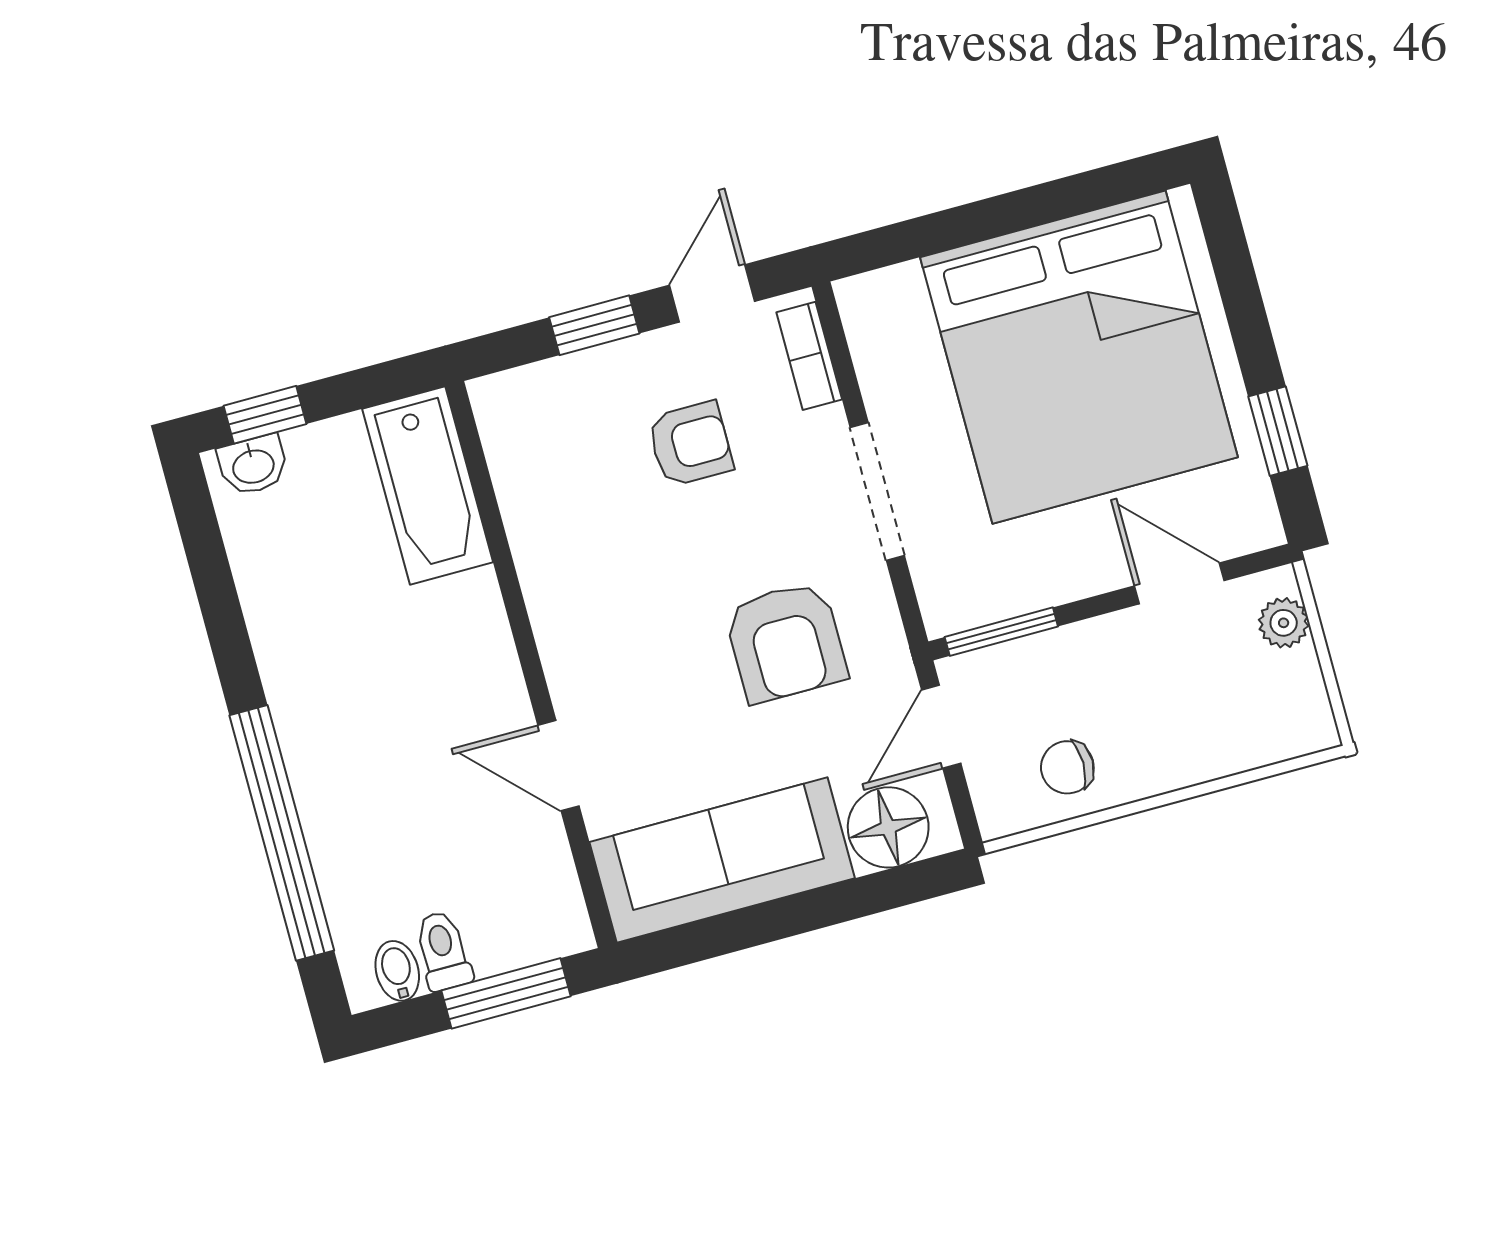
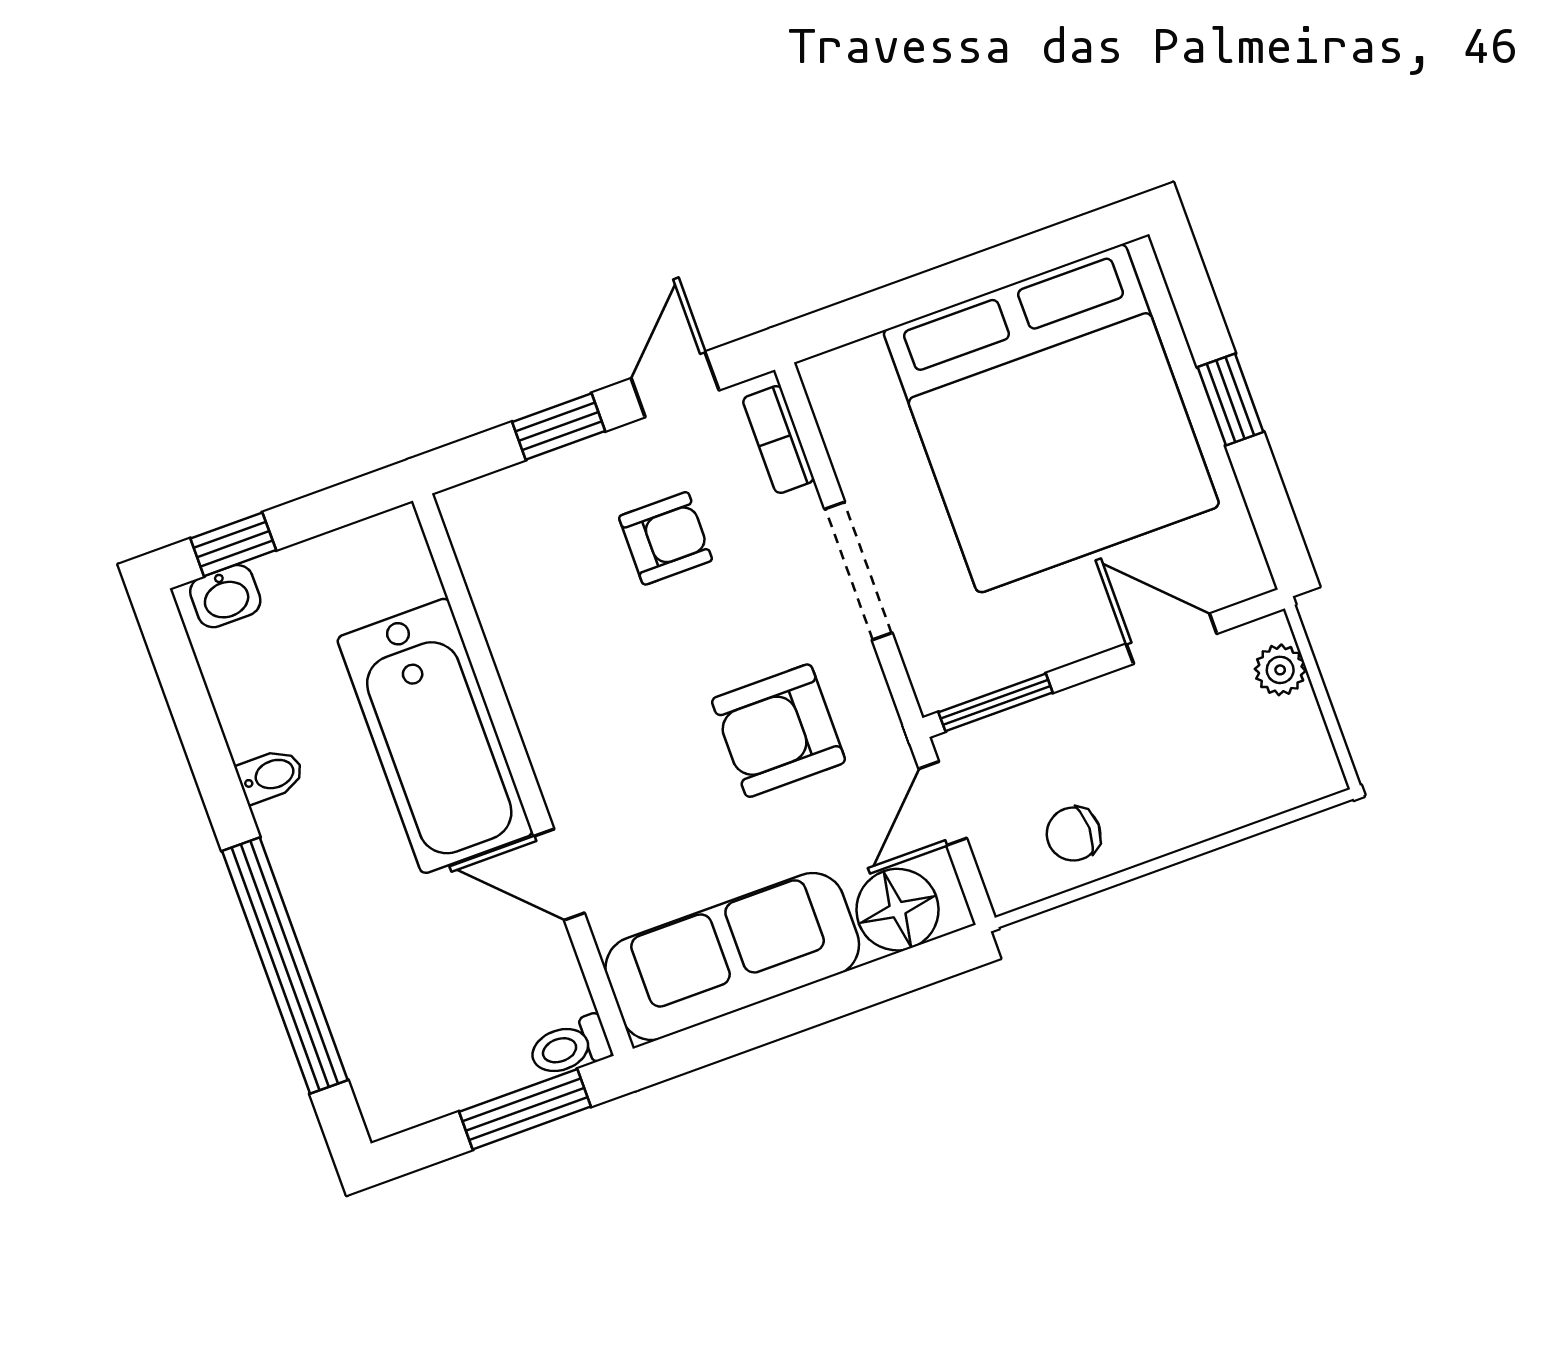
window: (1278, 431) -> (1230, 400), moved
bathtub: (428, 486) -> (435, 736), moved, width x1.36, depth x1.36
armchair: (786, 642) -> (778, 731), turned 90
toilet: (443, 951) -> (570, 1047), moved, turned -90
bidet: (397, 971) -> (270, 776), moved, turned 90

